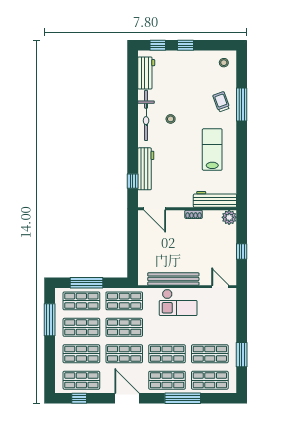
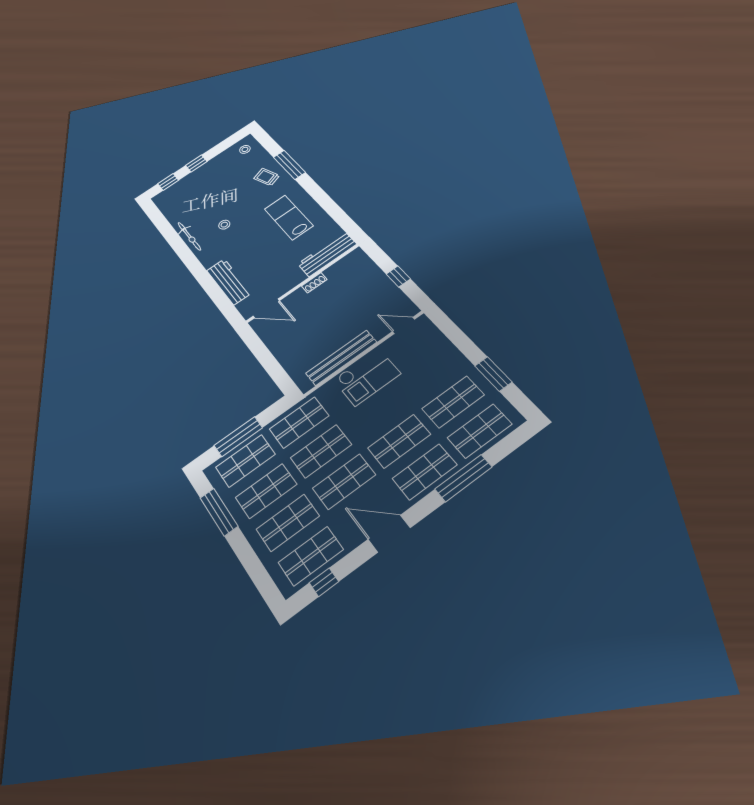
workbench: (146, 73) -> (172, 209), removed
bicycle: (146, 115) -> (189, 236), width x0.73, depth x0.71
window: (133, 181) -> (222, 302), removed
plant: (229, 217) -> (357, 258), removed

